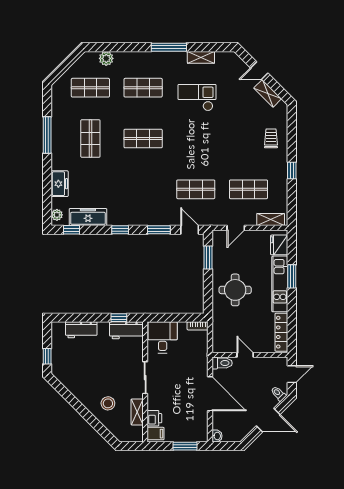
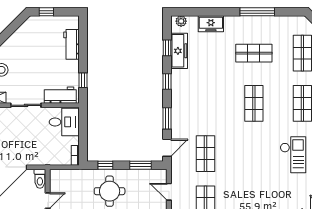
window: (72, 230) -> (167, 48), moved
window: (208, 294) -> (105, 165), added
workbench: (126, 330) -> (60, 95), moved, turned 90

